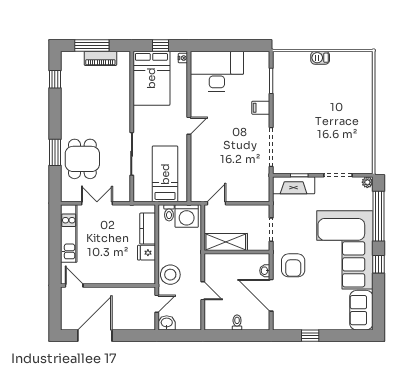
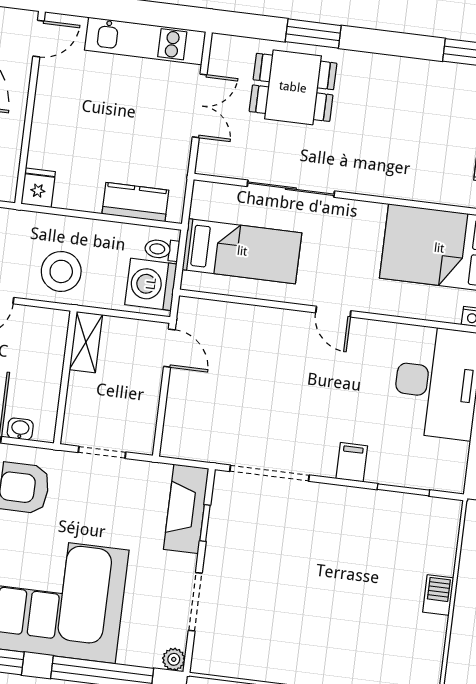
shelving: (226, 242) -> (86, 342), width x0.67, depth x0.75
fridge: (147, 253) -> (38, 188), moved
stool: (170, 275) -> (61, 271), moved

